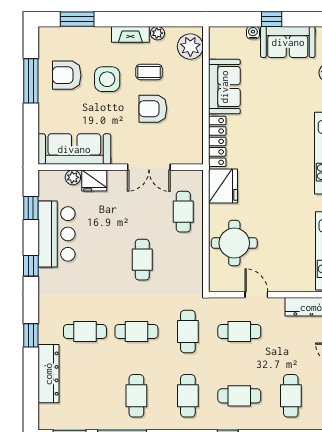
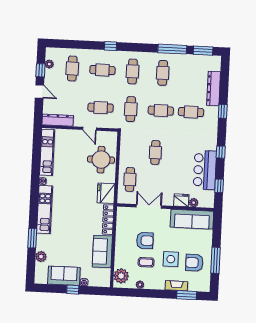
fireplace: (130, 34) -> (176, 286), moved
armchair: (67, 75) -> (194, 263), turned 180

